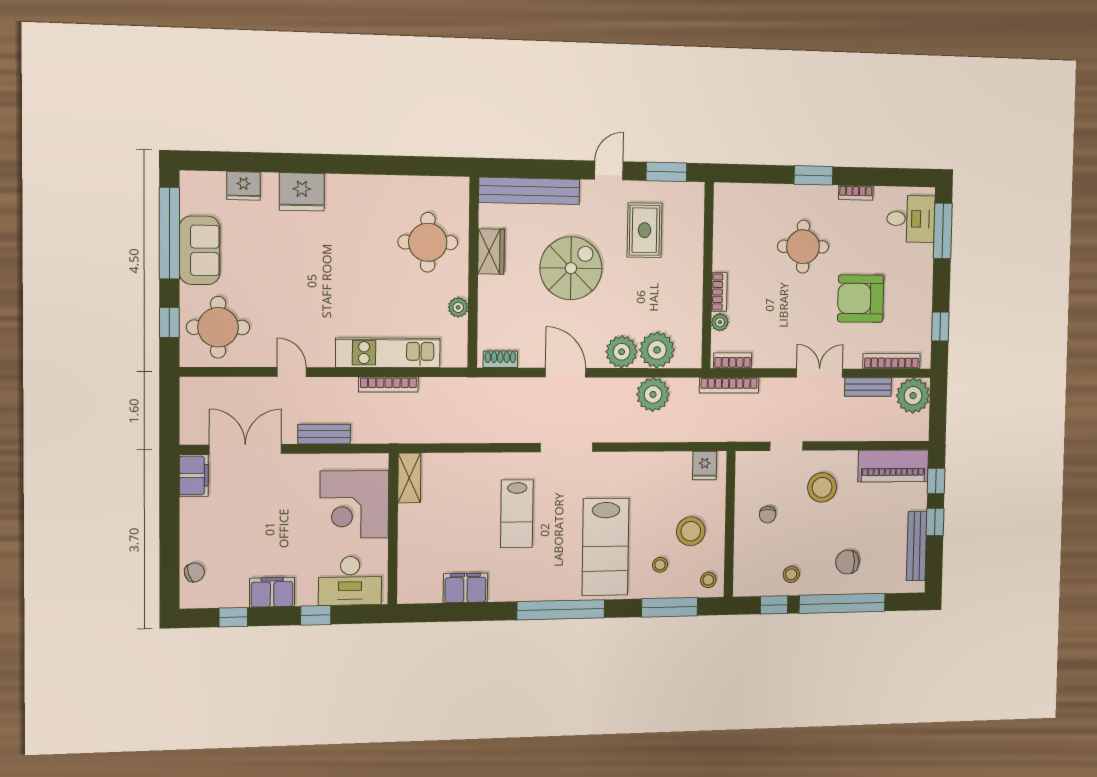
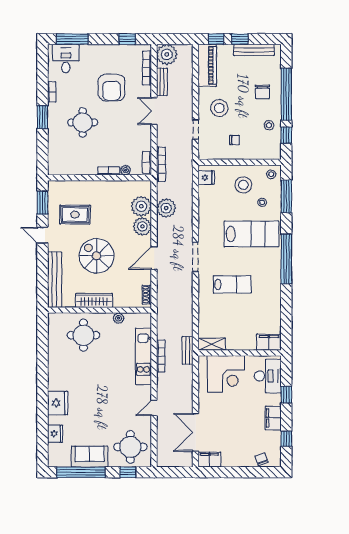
wardrobe: (491, 252) -> (94, 300), width x1.50
bench: (324, 434) -> (188, 350), moved
filing cabinet: (465, 588) -> (269, 342), moved, turned 90

